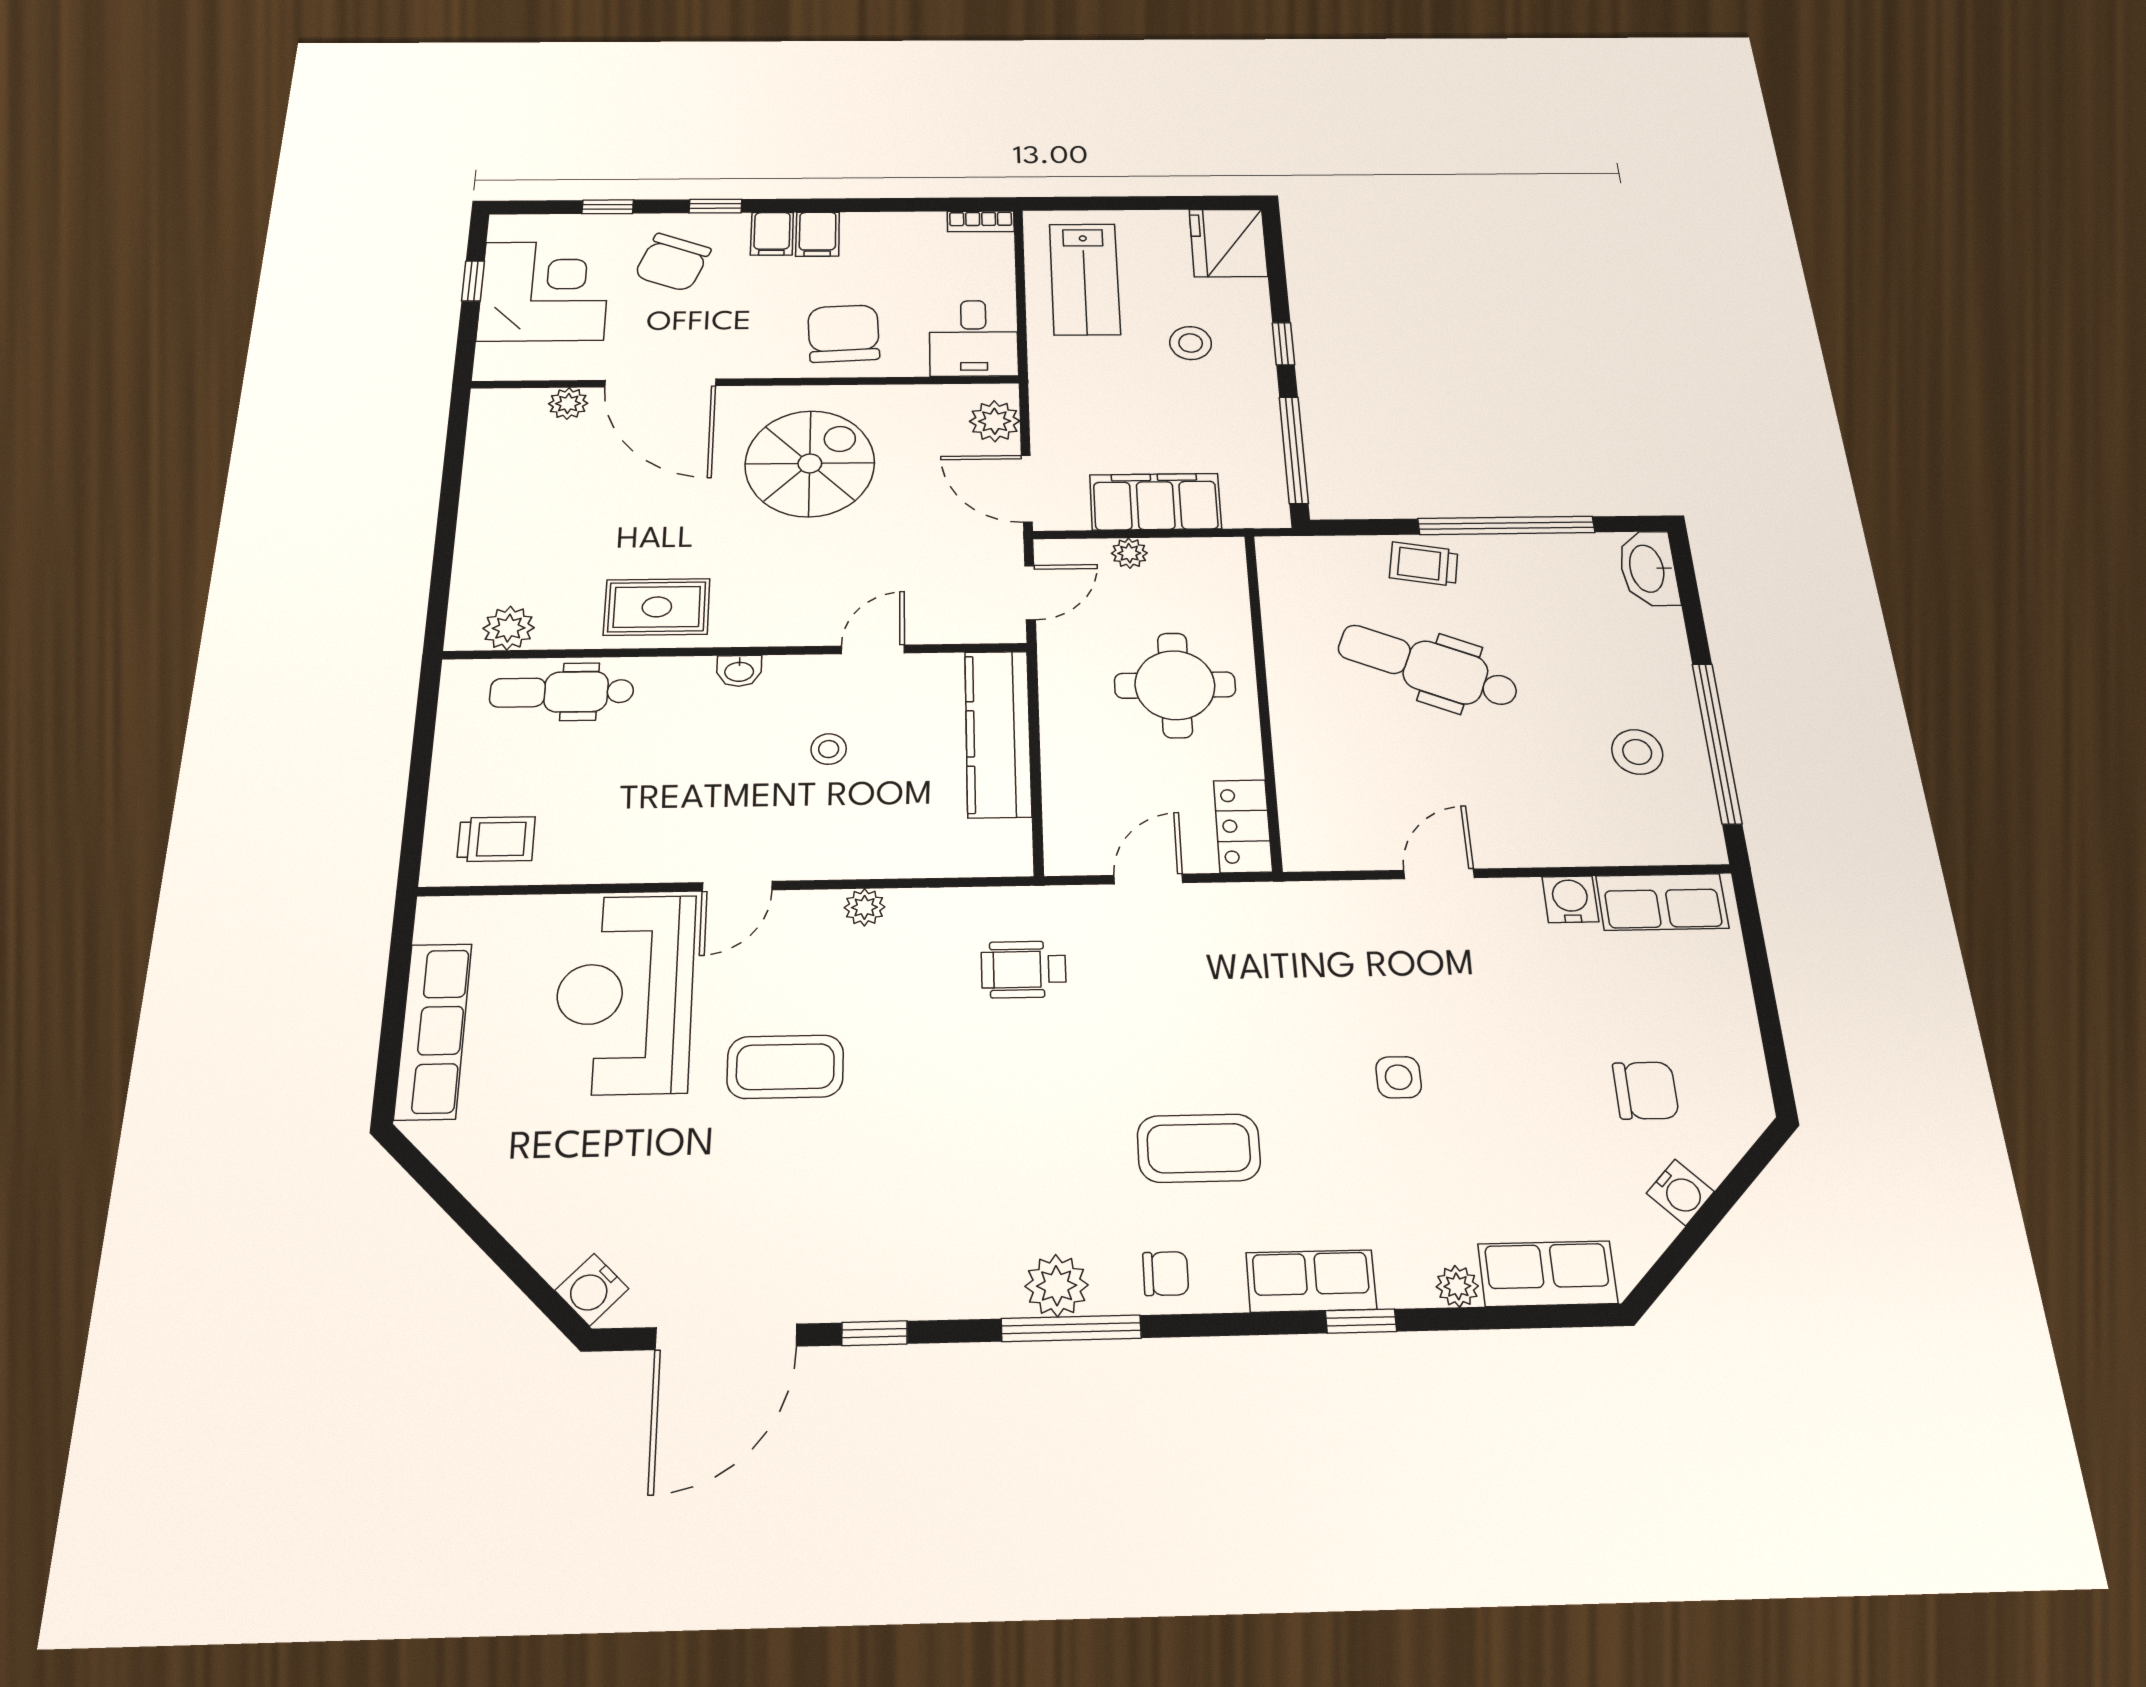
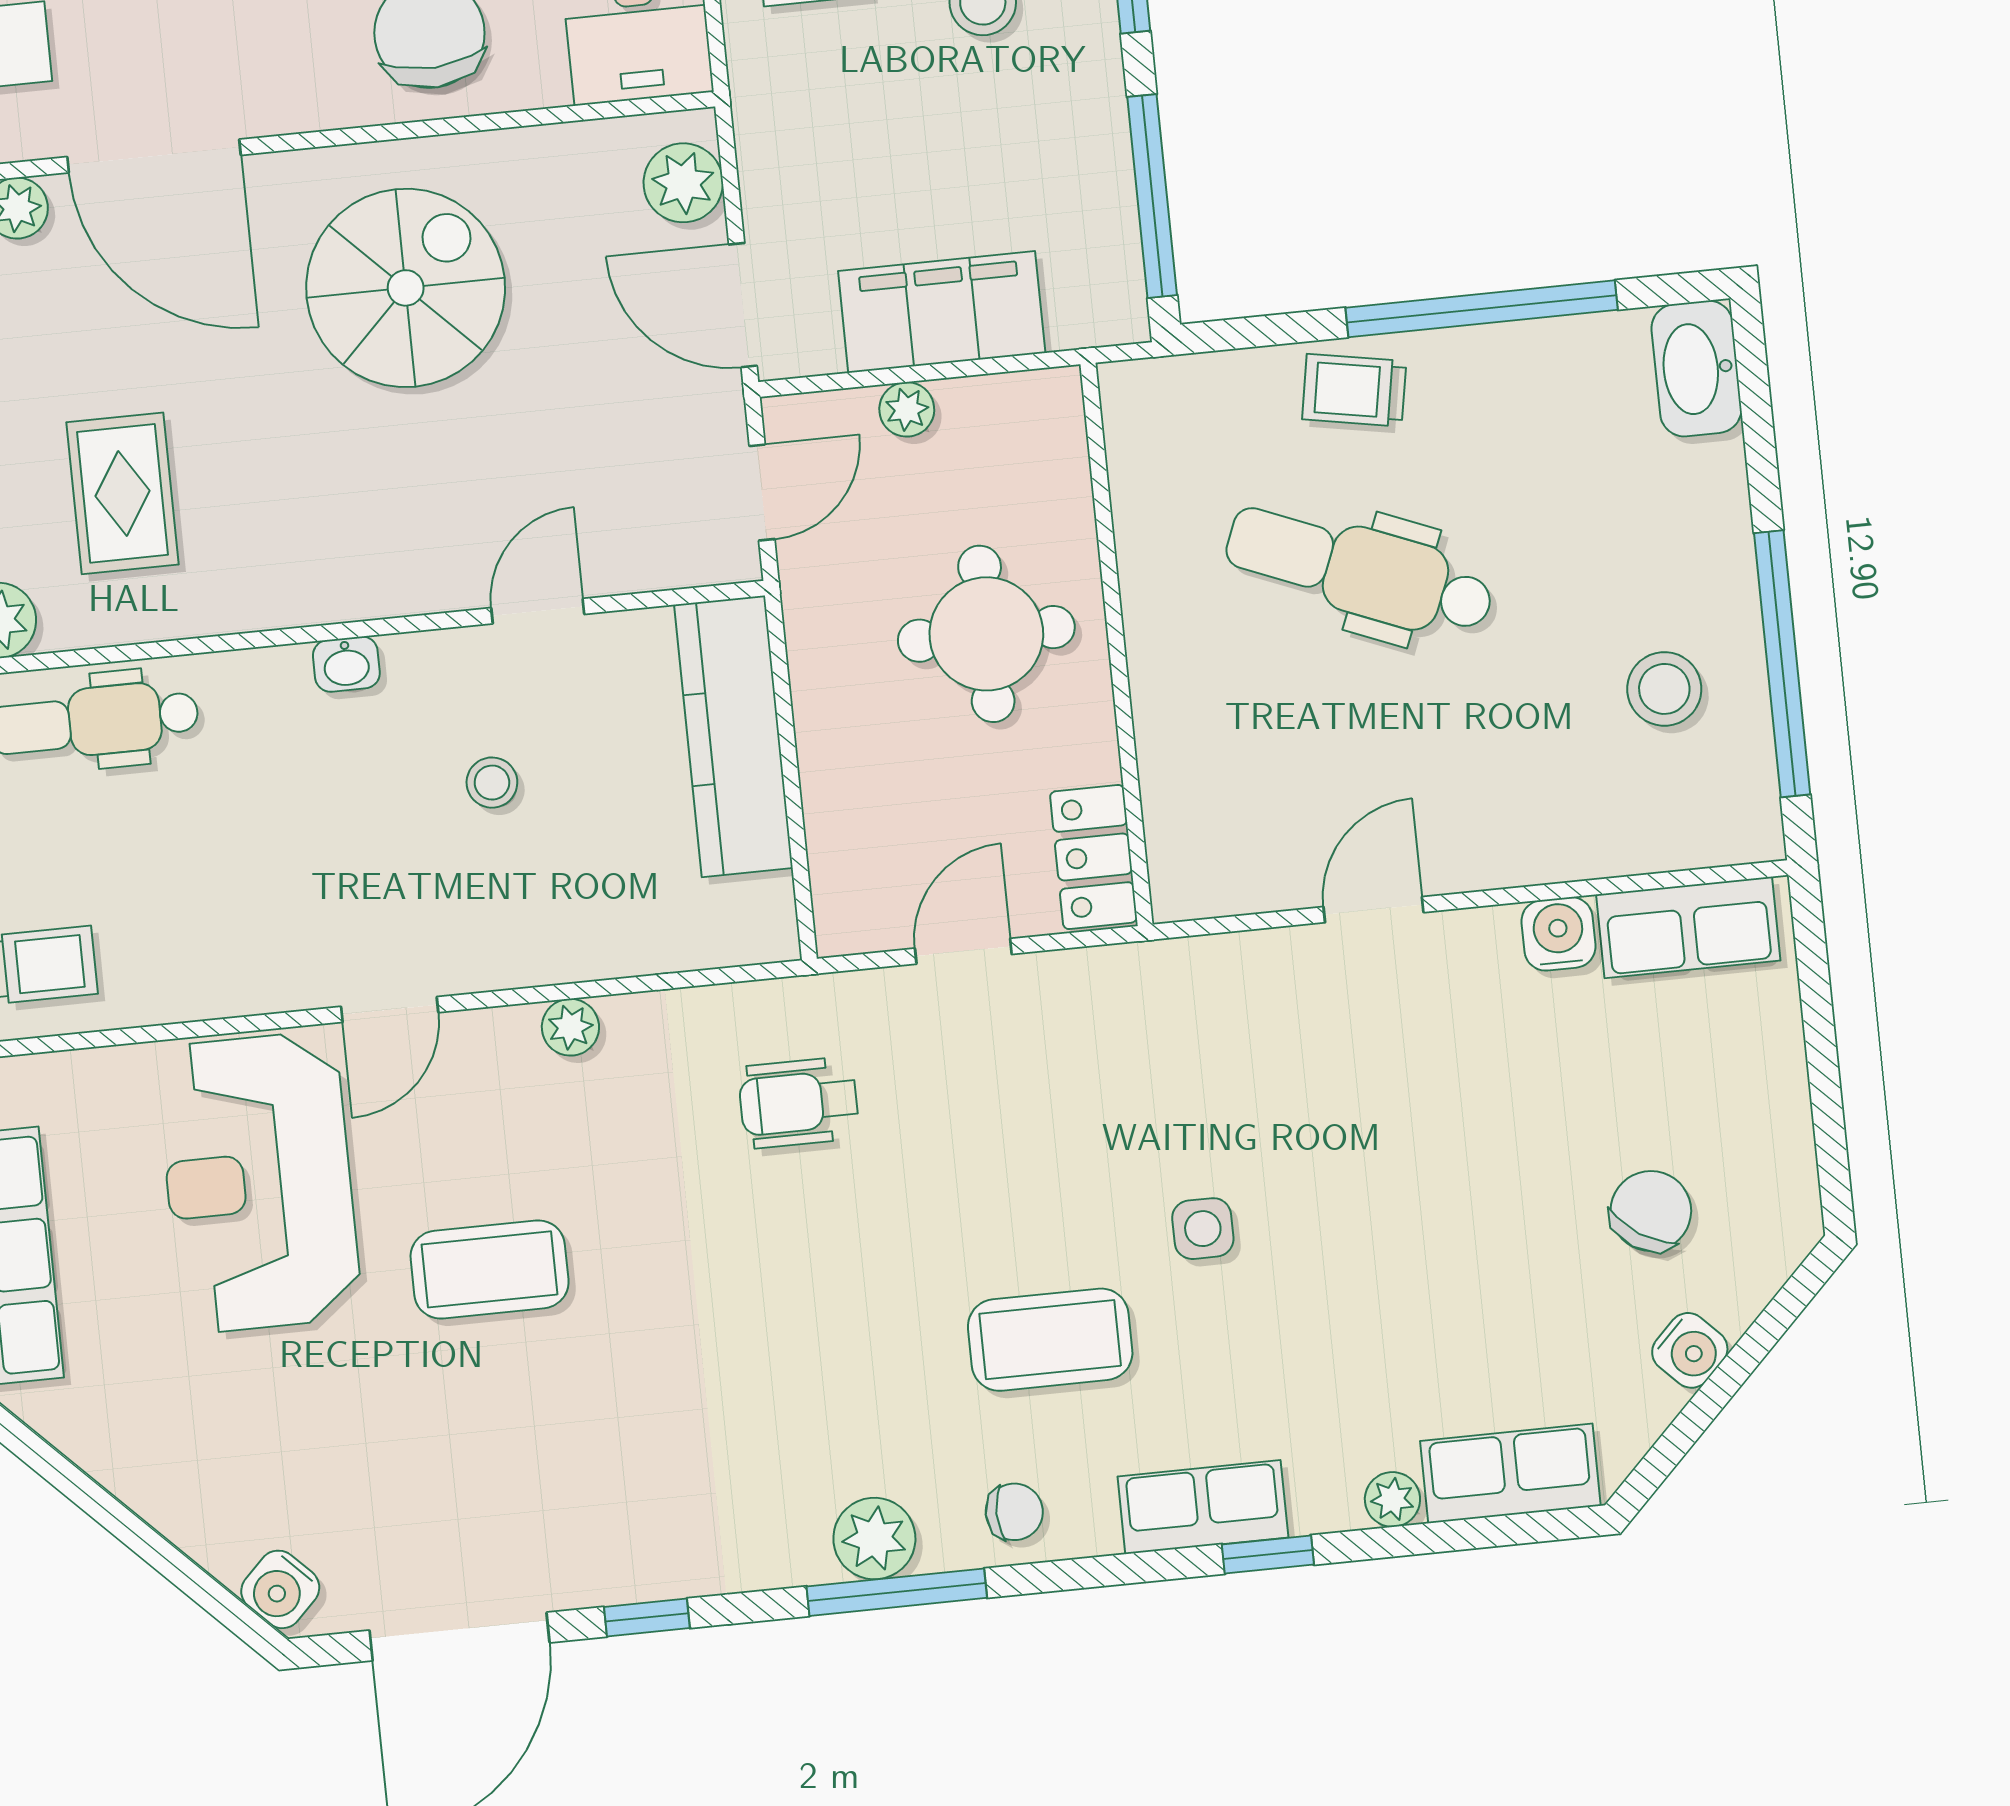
rug: (657, 607) -> (122, 493), moved, turned 90
side table: (1399, 1077) -> (1203, 1229), moved
chair: (1646, 1090) -> (1651, 1211), turned -57

